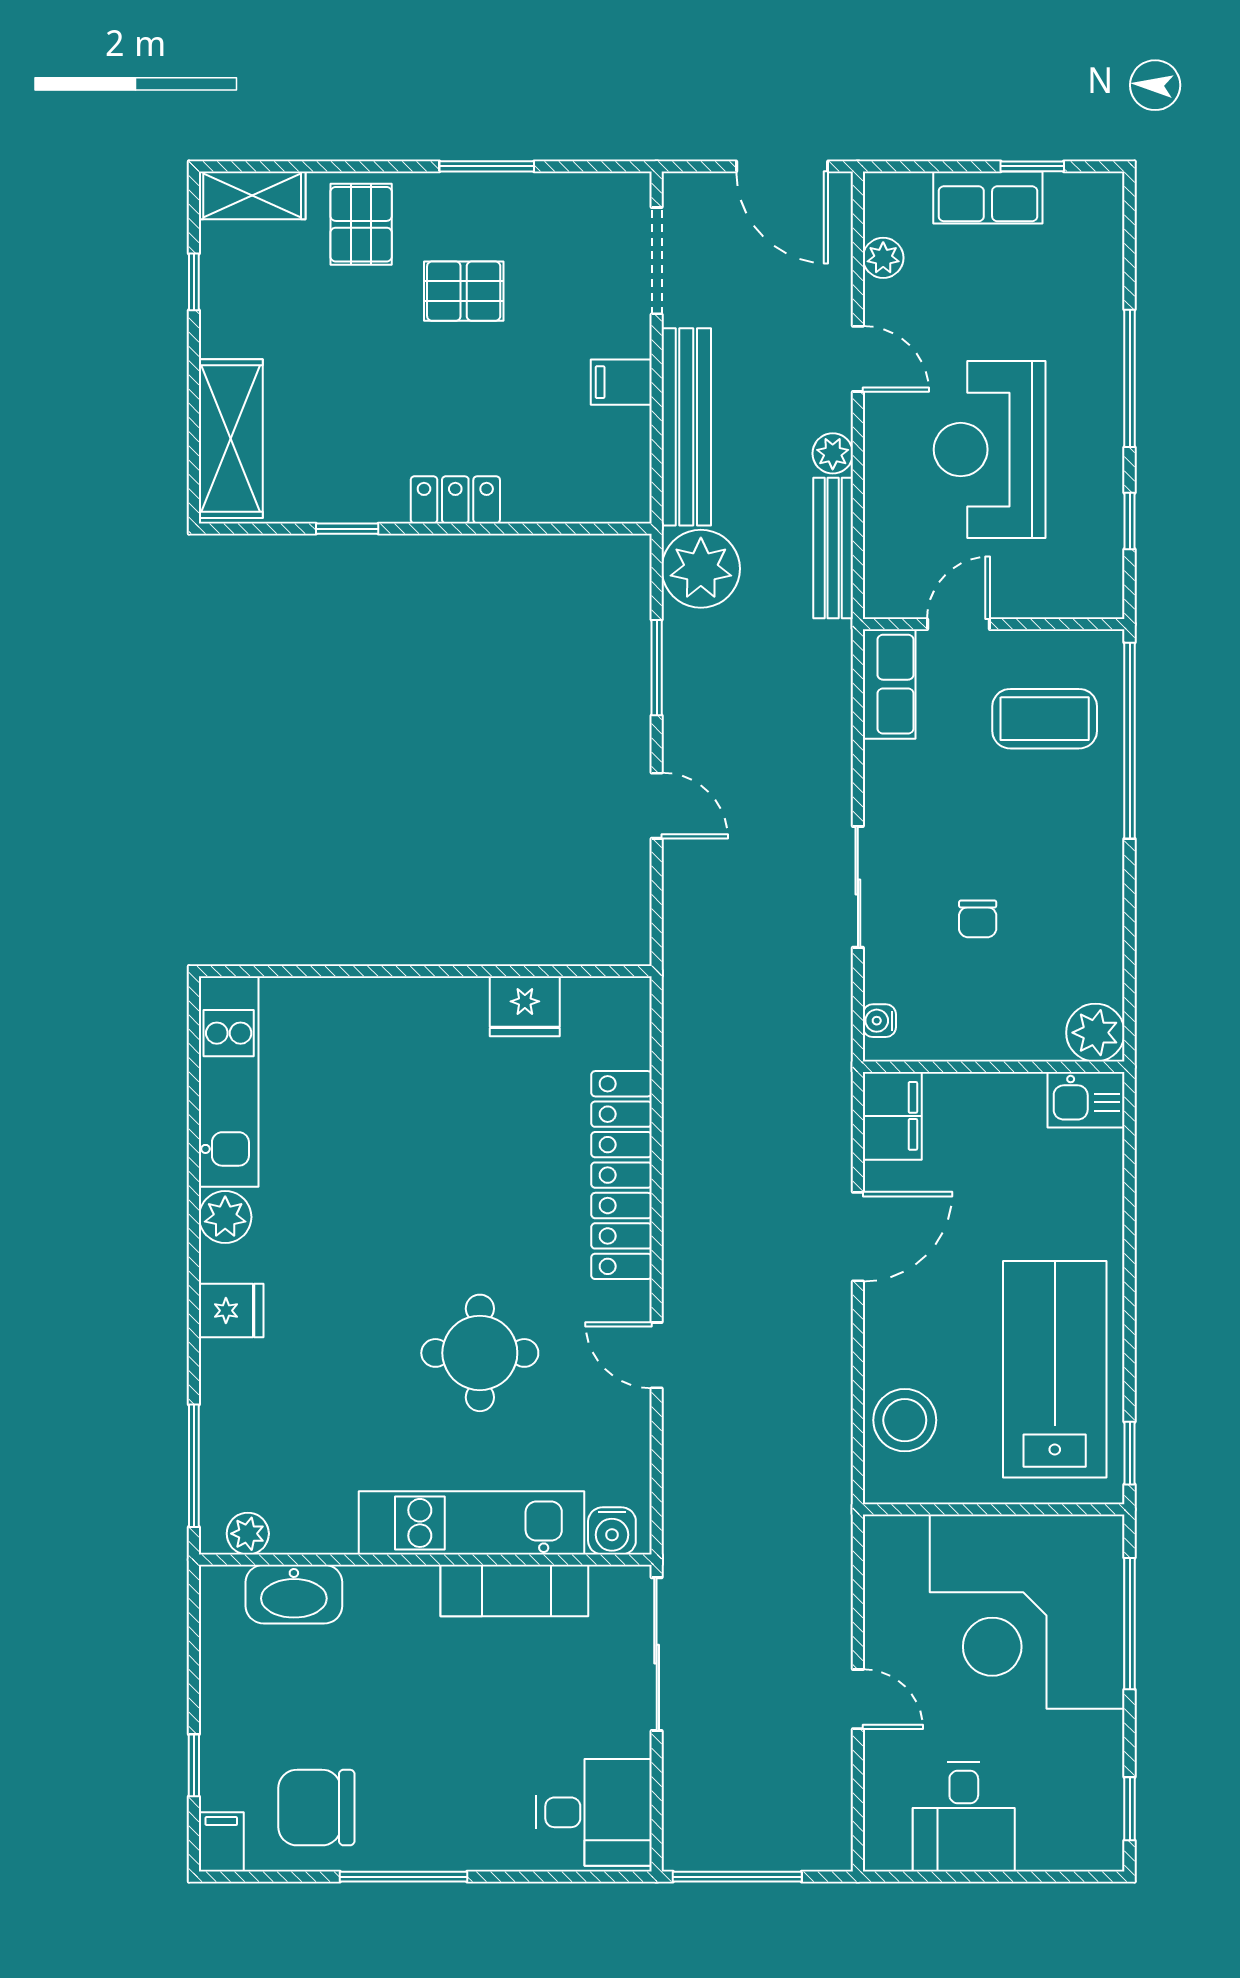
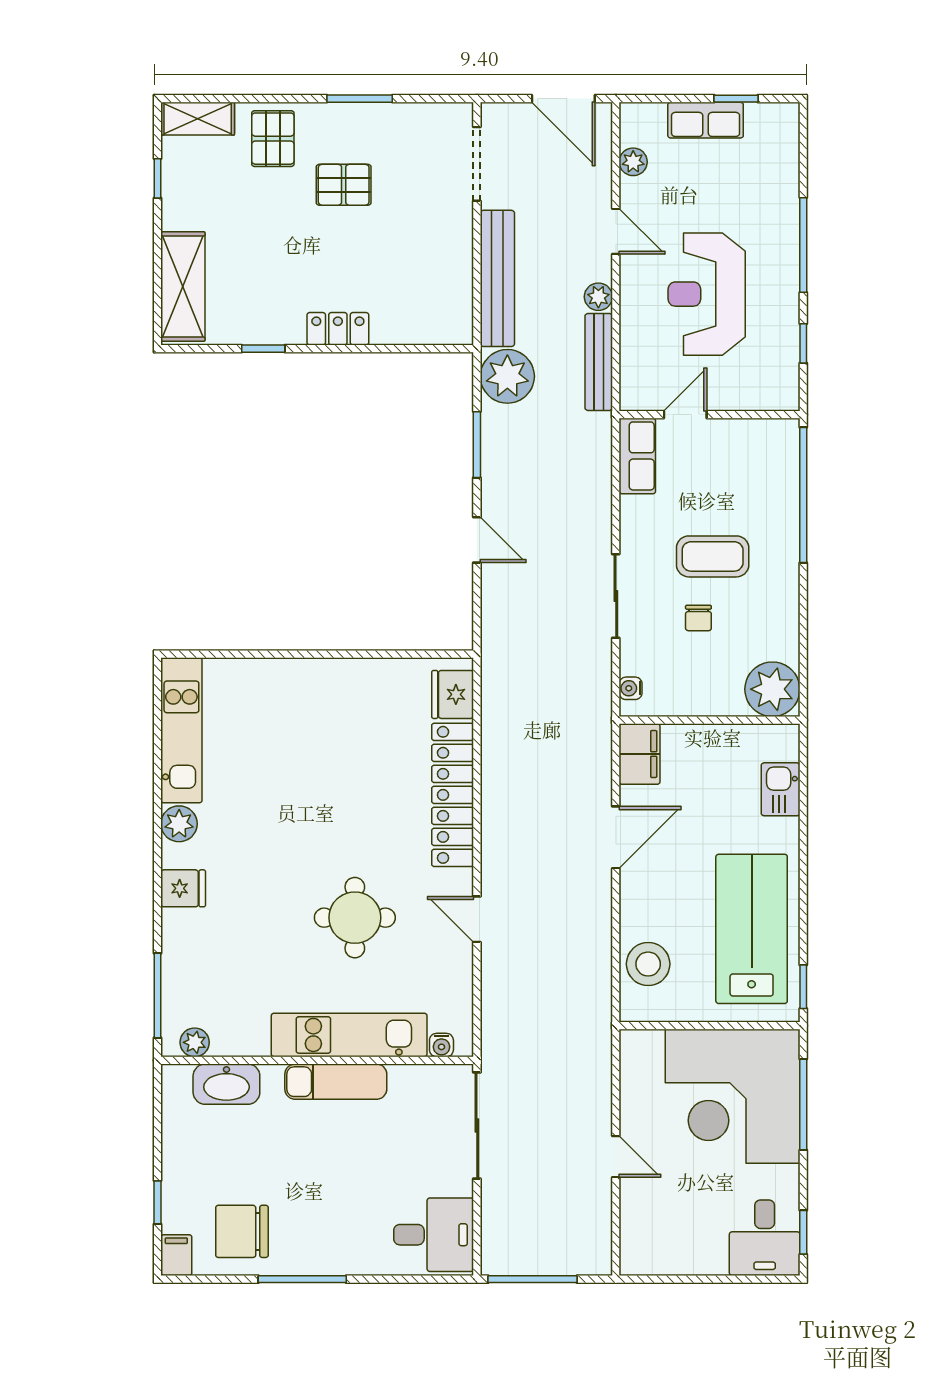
filing cabinet: (621, 382) -> (452, 248), removed
coffee table: (1045, 719) -> (713, 556), moved
fridge: (525, 1006) -> (453, 694), moved, turned 90
plant: (1095, 1033) -> (772, 689), width x1.36, depth x1.36
kitchen sink: (1086, 1100) -> (781, 789), moved, turned 90
water cooler: (612, 1531) -> (441, 1045), width x0.72, depth x0.72
exam couch: (514, 1591) -> (336, 1082), moved
desk: (964, 1817) -> (765, 1238), moved

